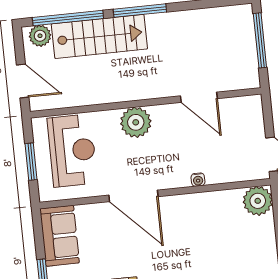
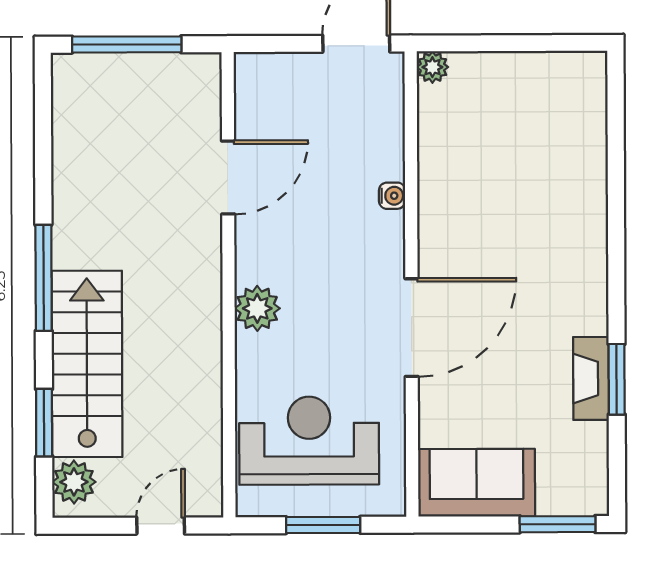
window: (68, 18) -> (44, 423), width x0.47
door: (23, 81) -> (161, 526), width x0.73
plant: (136, 122) -> (257, 308), width x0.73, depth x0.73
plant: (258, 201) -> (432, 67), width x0.53, depth x0.53

